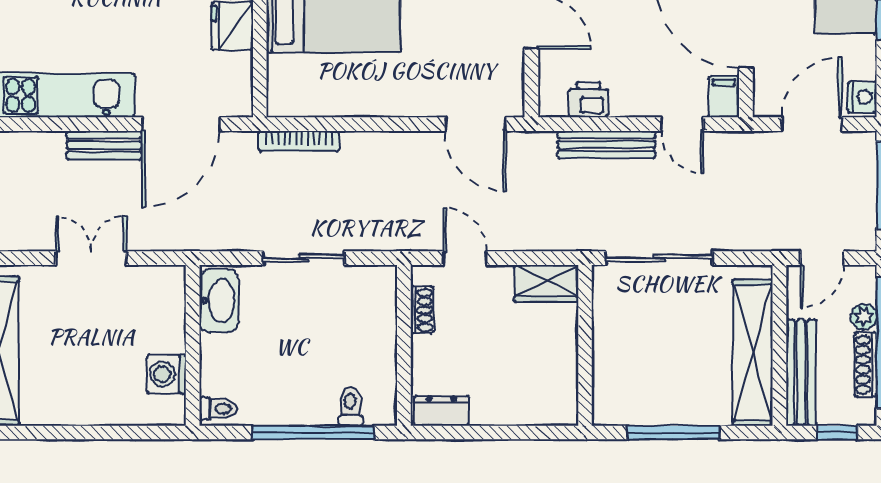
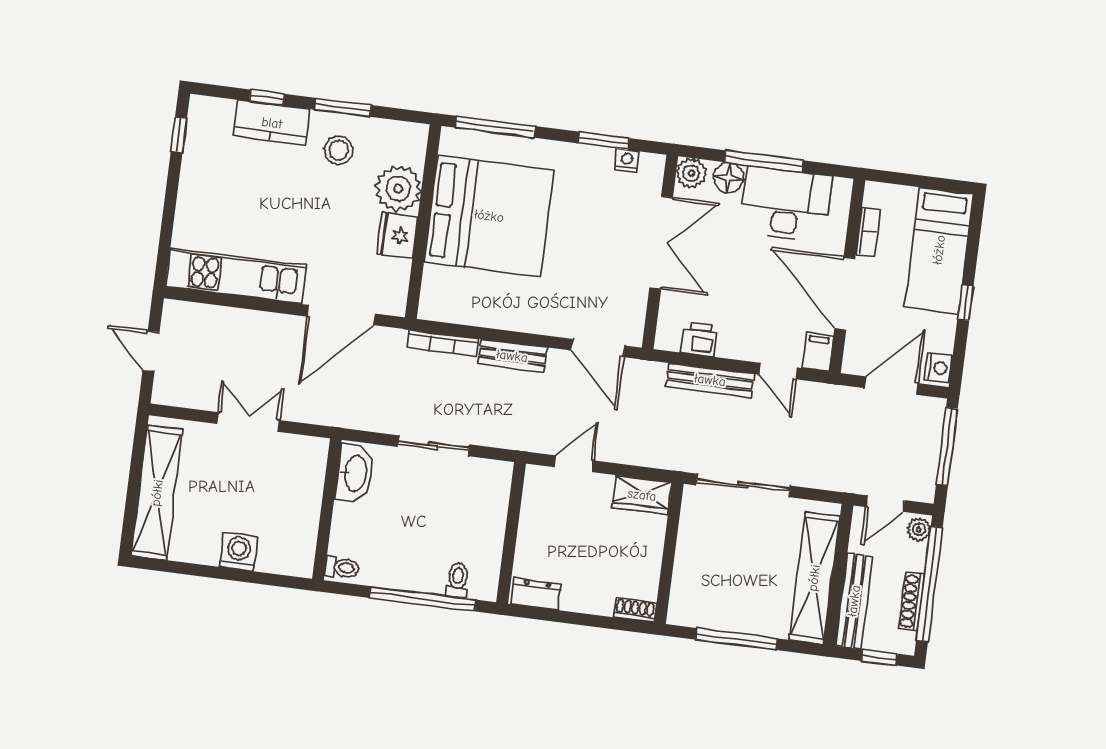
bench: (104, 145) -> (512, 356), moved
door: (465, 258) -> (574, 464), hinge flipped
shoe rack: (422, 310) -> (635, 610), moved, turned -90
plant: (864, 317) -> (919, 529), moved
washing machine: (166, 374) -> (239, 552), moved, turned 90

